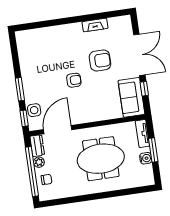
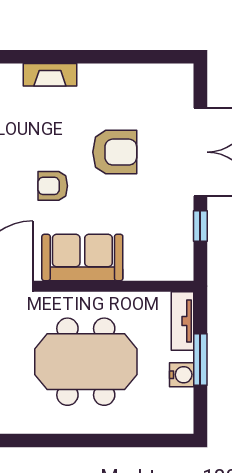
fireplace: (95, 25) -> (50, 75), moved
armchair: (74, 80) -> (53, 186), turned 180
sofa: (131, 97) -> (82, 257), moved, turned 90

